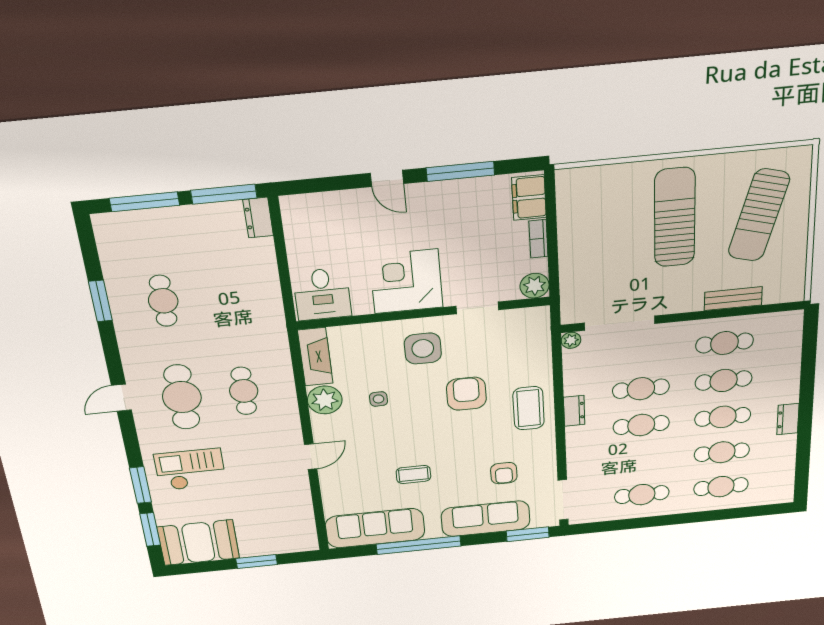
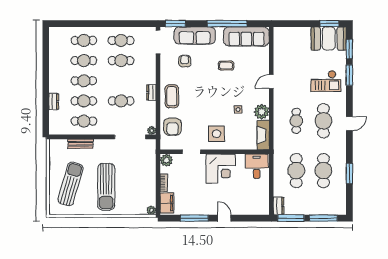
plant: (566, 178) -> (151, 210), added
cafe table: (228, 295) -> (296, 171), added
cafe table: (163, 301) -> (323, 171), width x1.37, depth x1.35
armchair: (466, 394) -> (172, 127), moved
dresser: (788, 419) -> (54, 101), moved
cafe table: (641, 425) -> (121, 61), moved
window: (256, 562) -> (329, 24), moved

